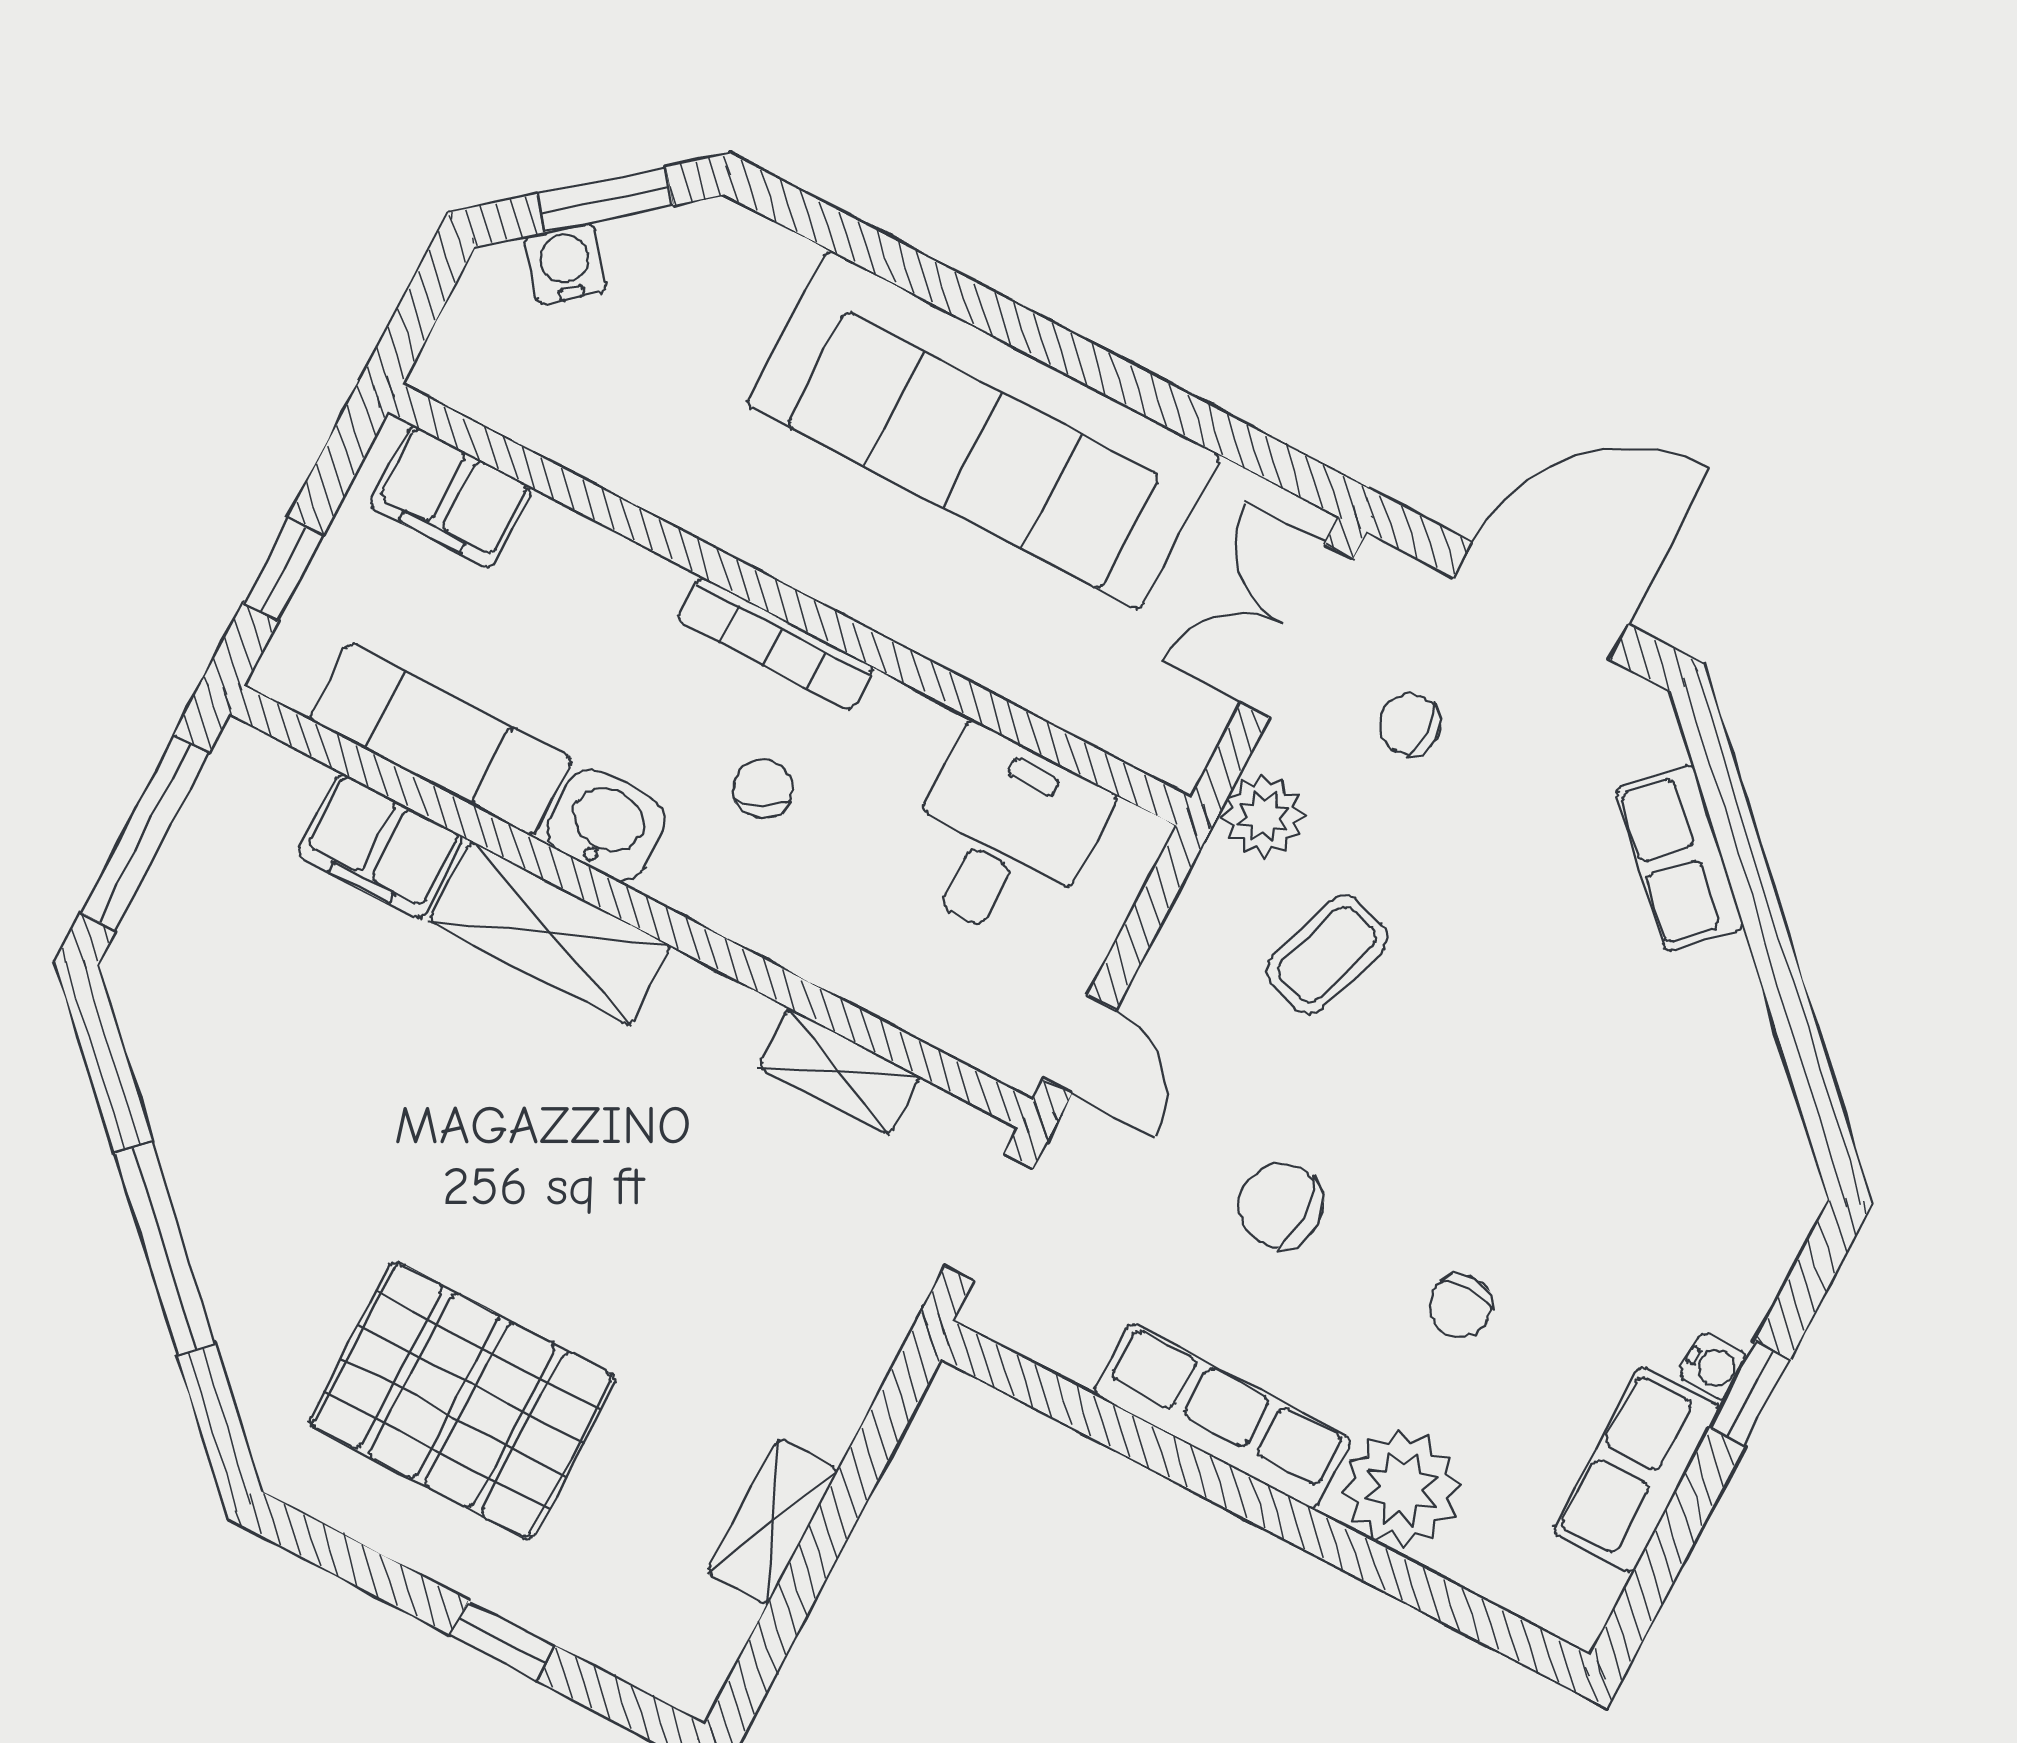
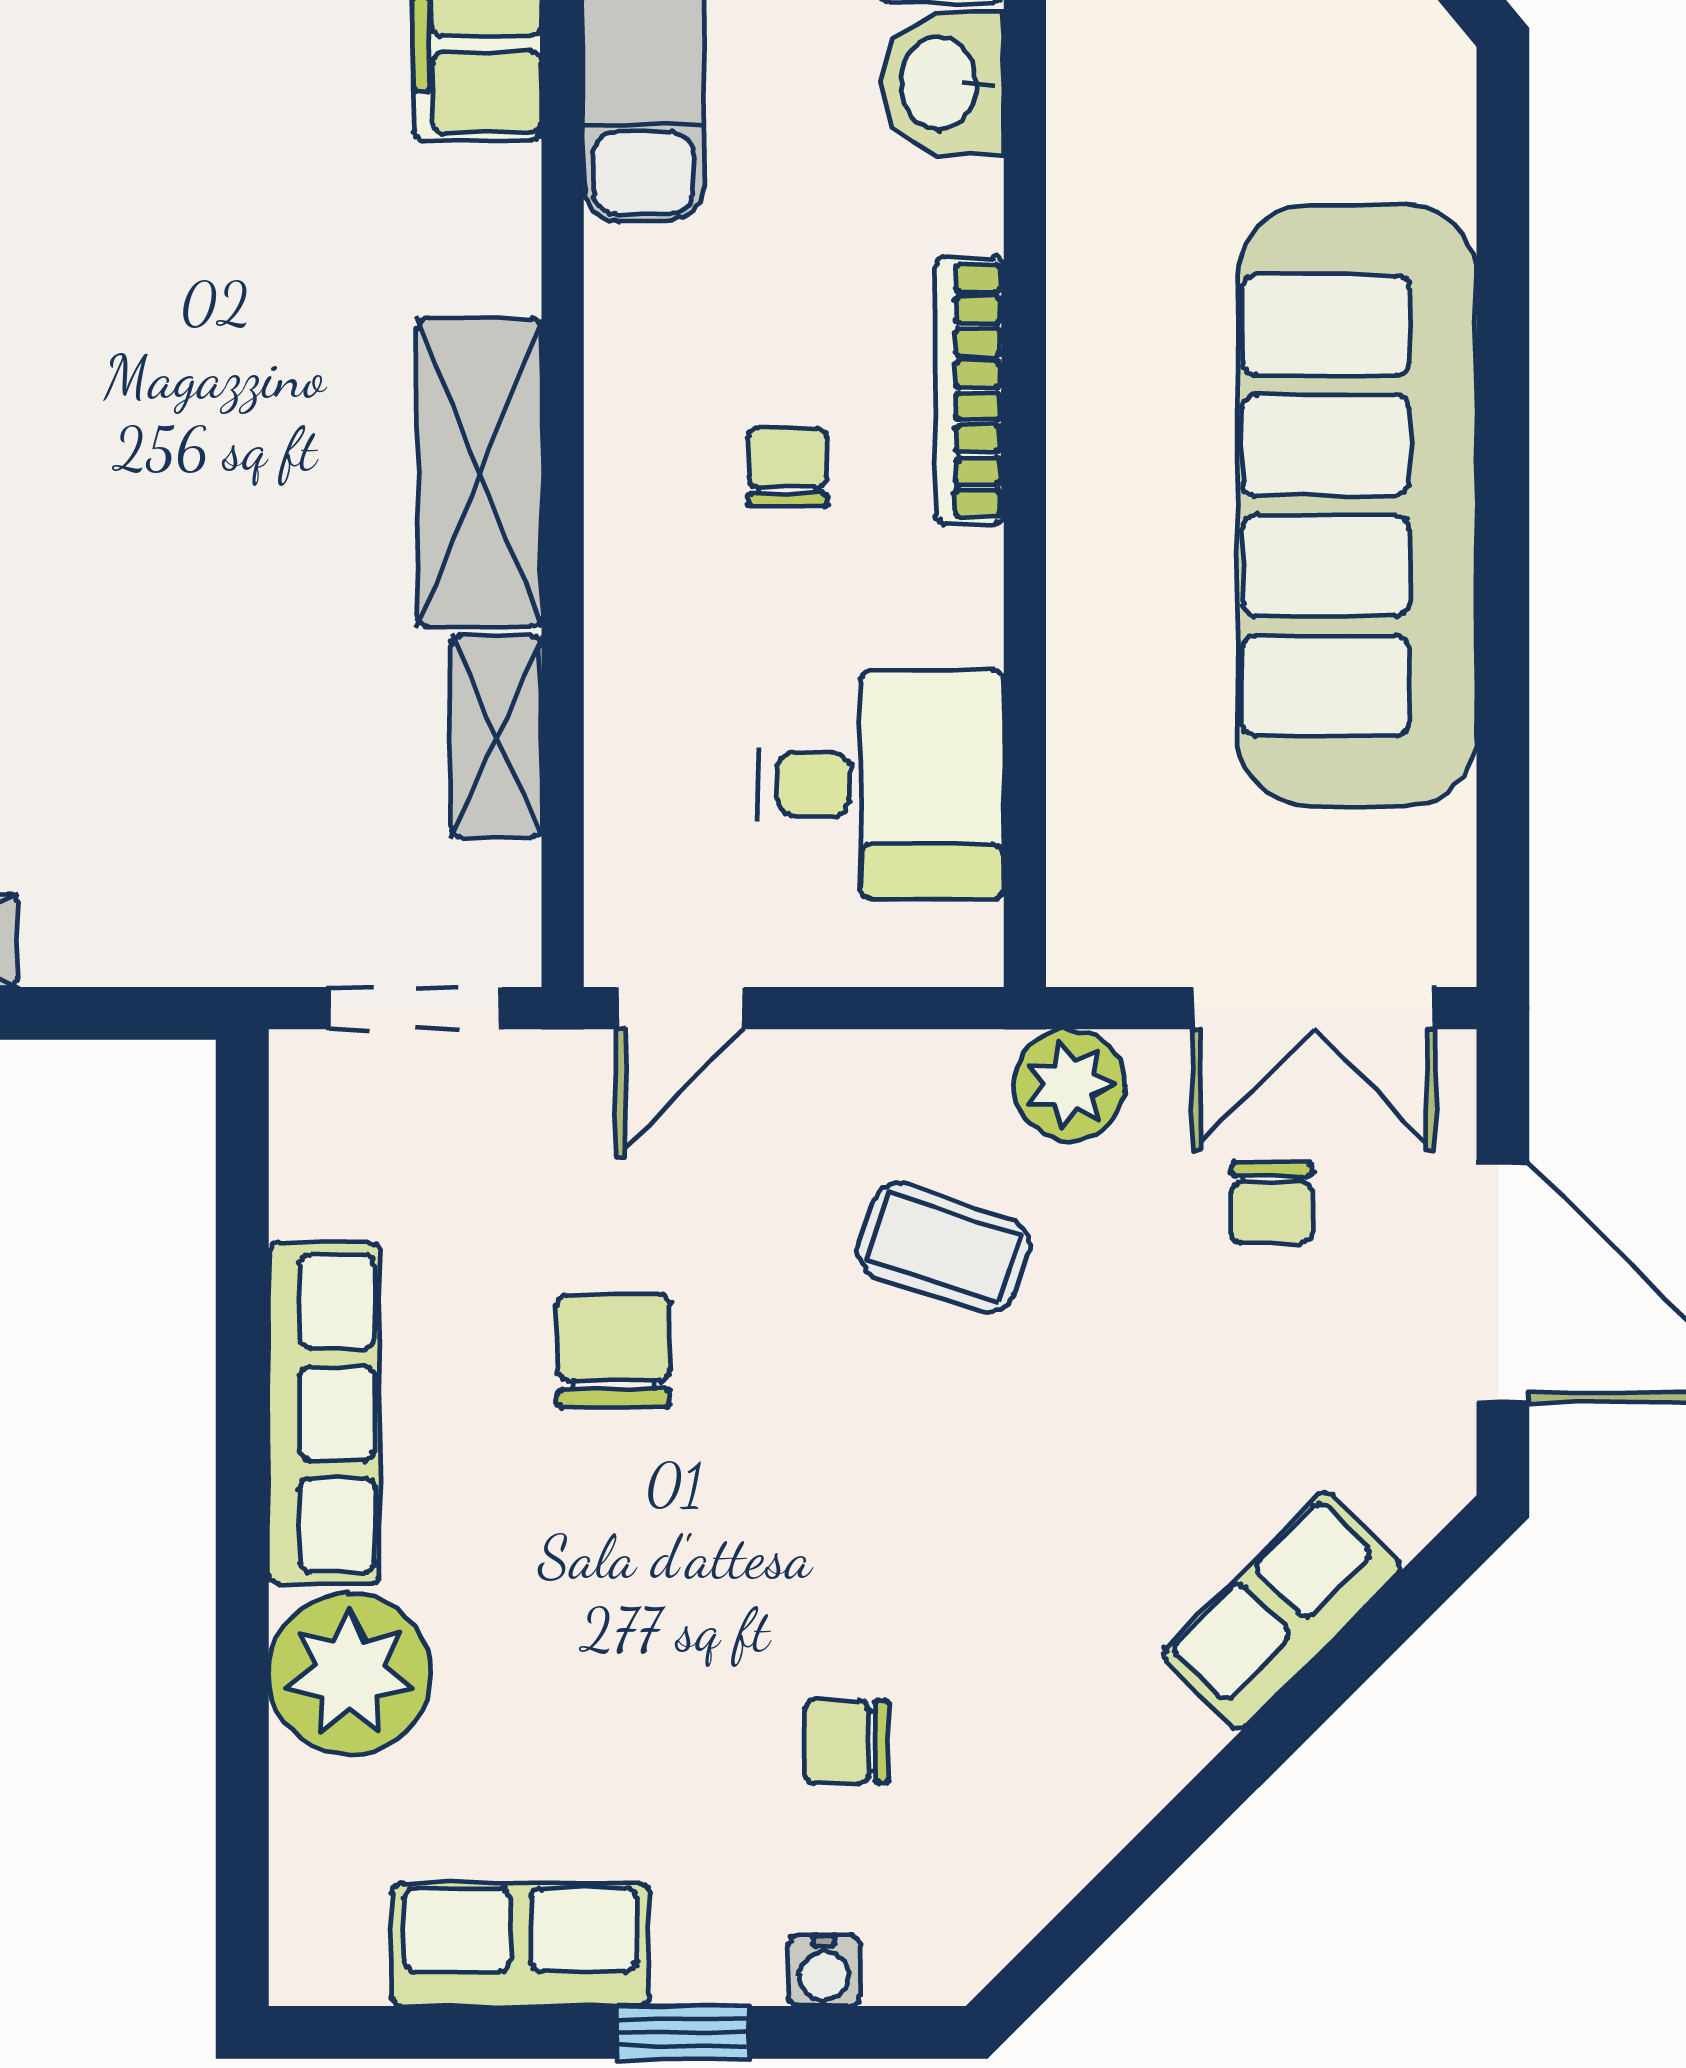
double door: (1297, 631) -> (1313, 1008), swing flipped
chair: (1410, 725) -> (1272, 1203), turned 180
chair: (763, 789) -> (787, 467), turned -65
washbasin: (606, 825) -> (943, 83), moved, turned 180
shelving: (550, 933) -> (480, 473), moved
chair: (1460, 1306) -> (847, 1742), moved
water cooler: (1713, 1366) -> (824, 1970), moved

